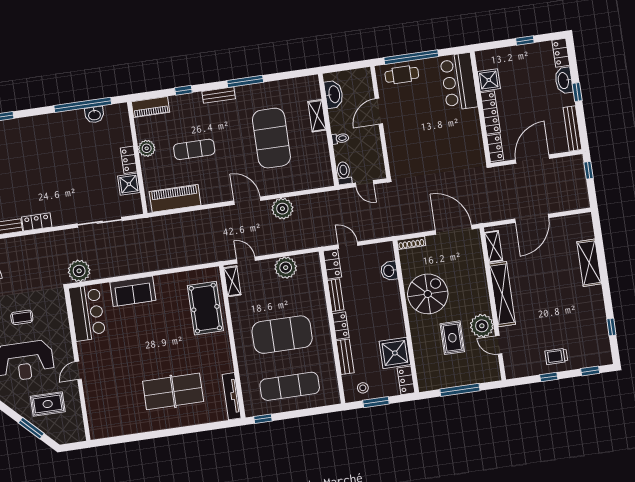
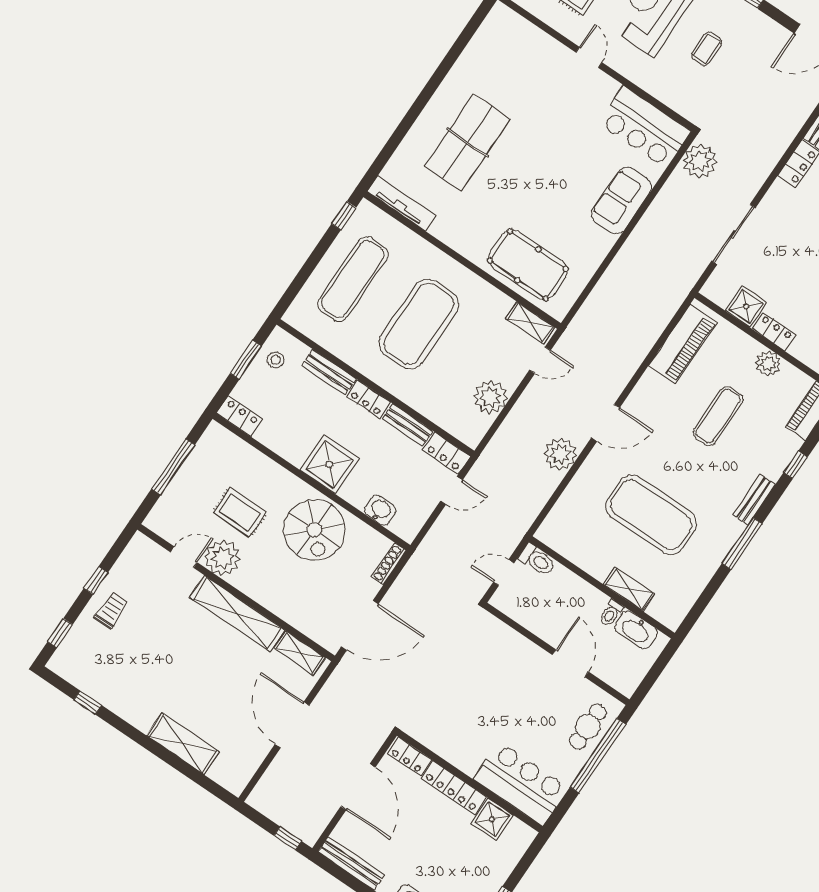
toilet: (340, 138) -> (611, 613), moved
shower: (395, 353) -> (329, 464), moved

